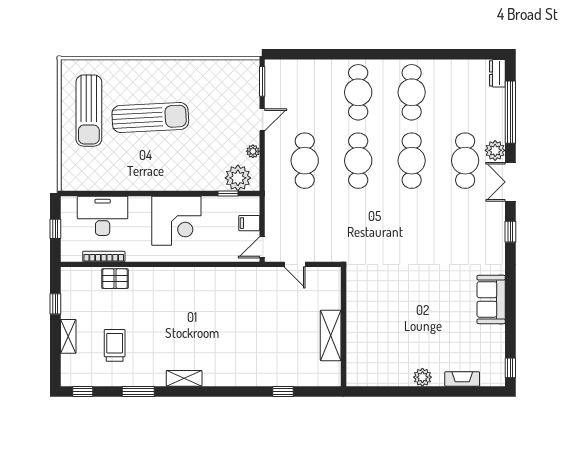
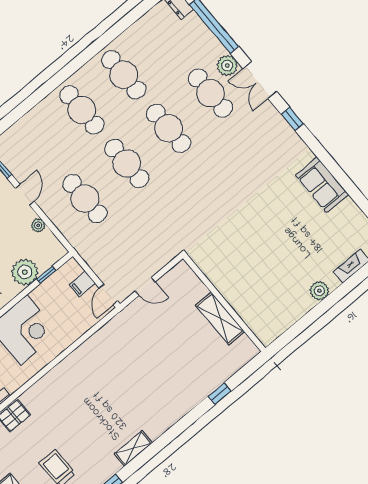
plant: (238, 178) -> (25, 272), moved

